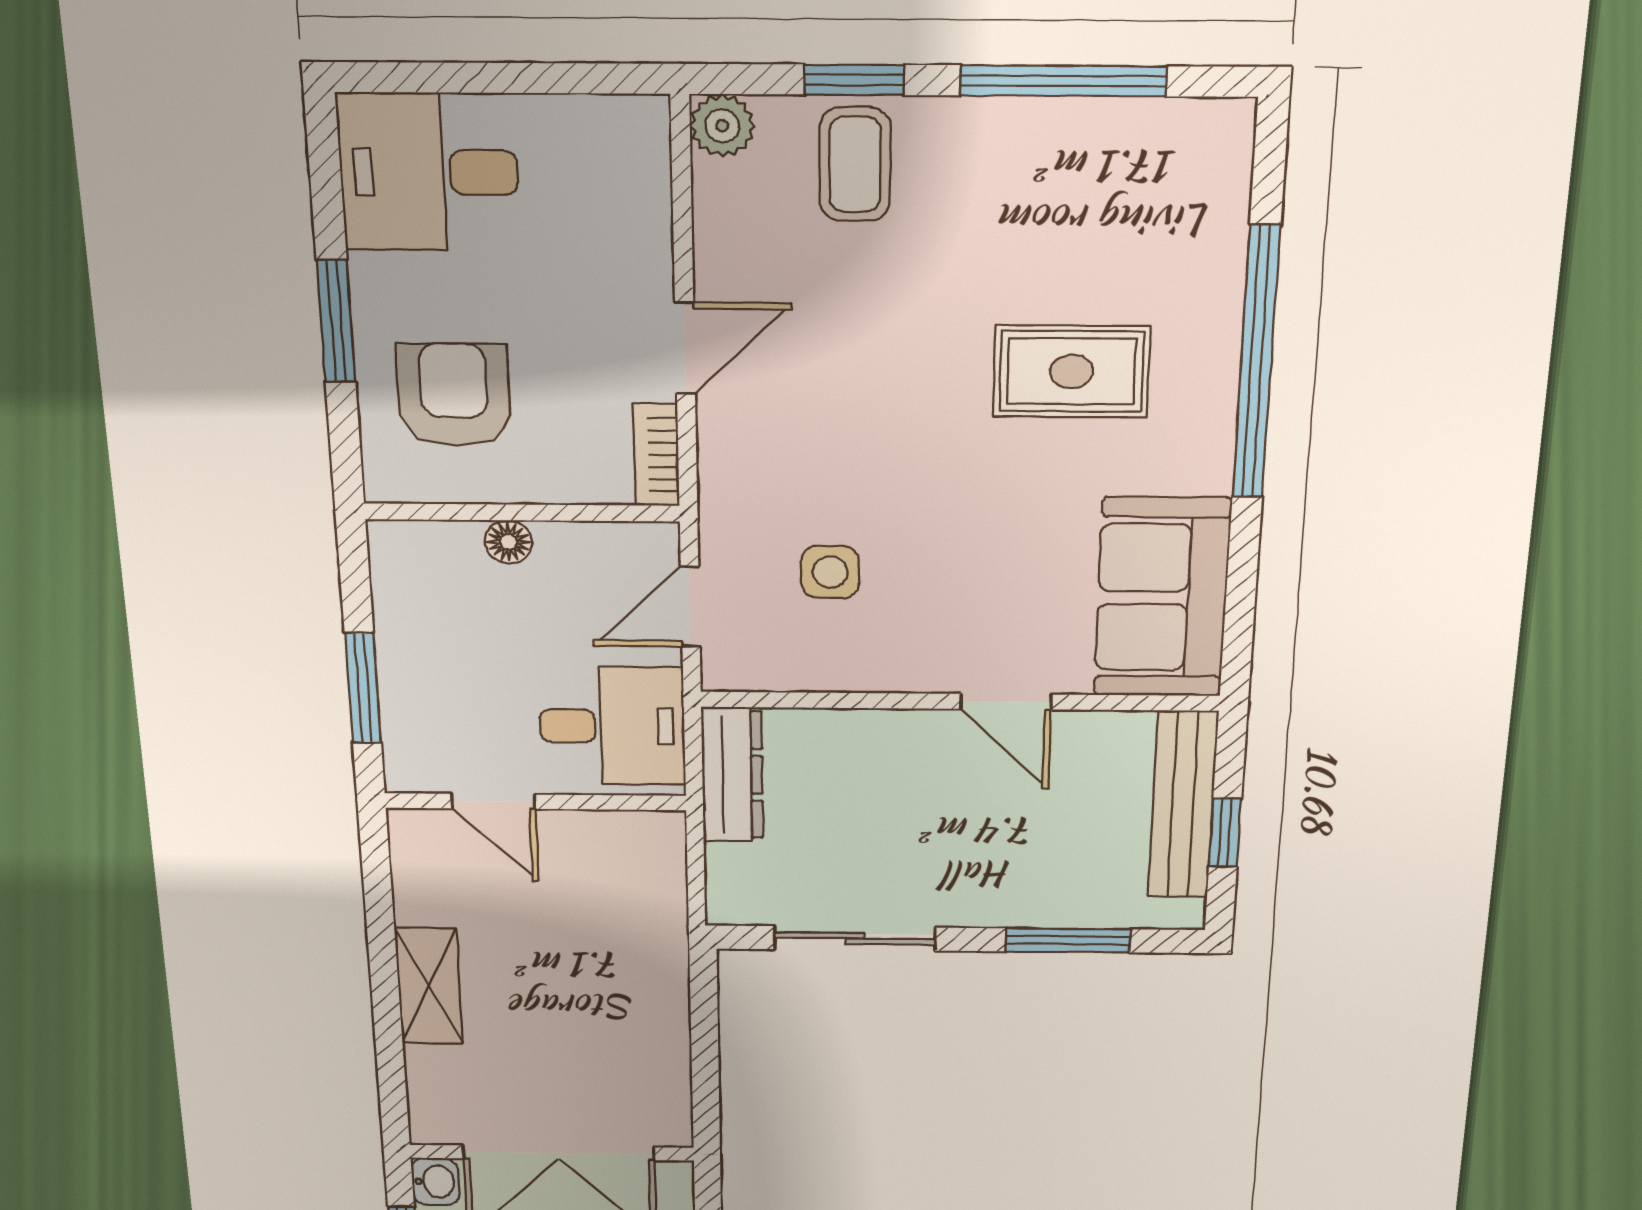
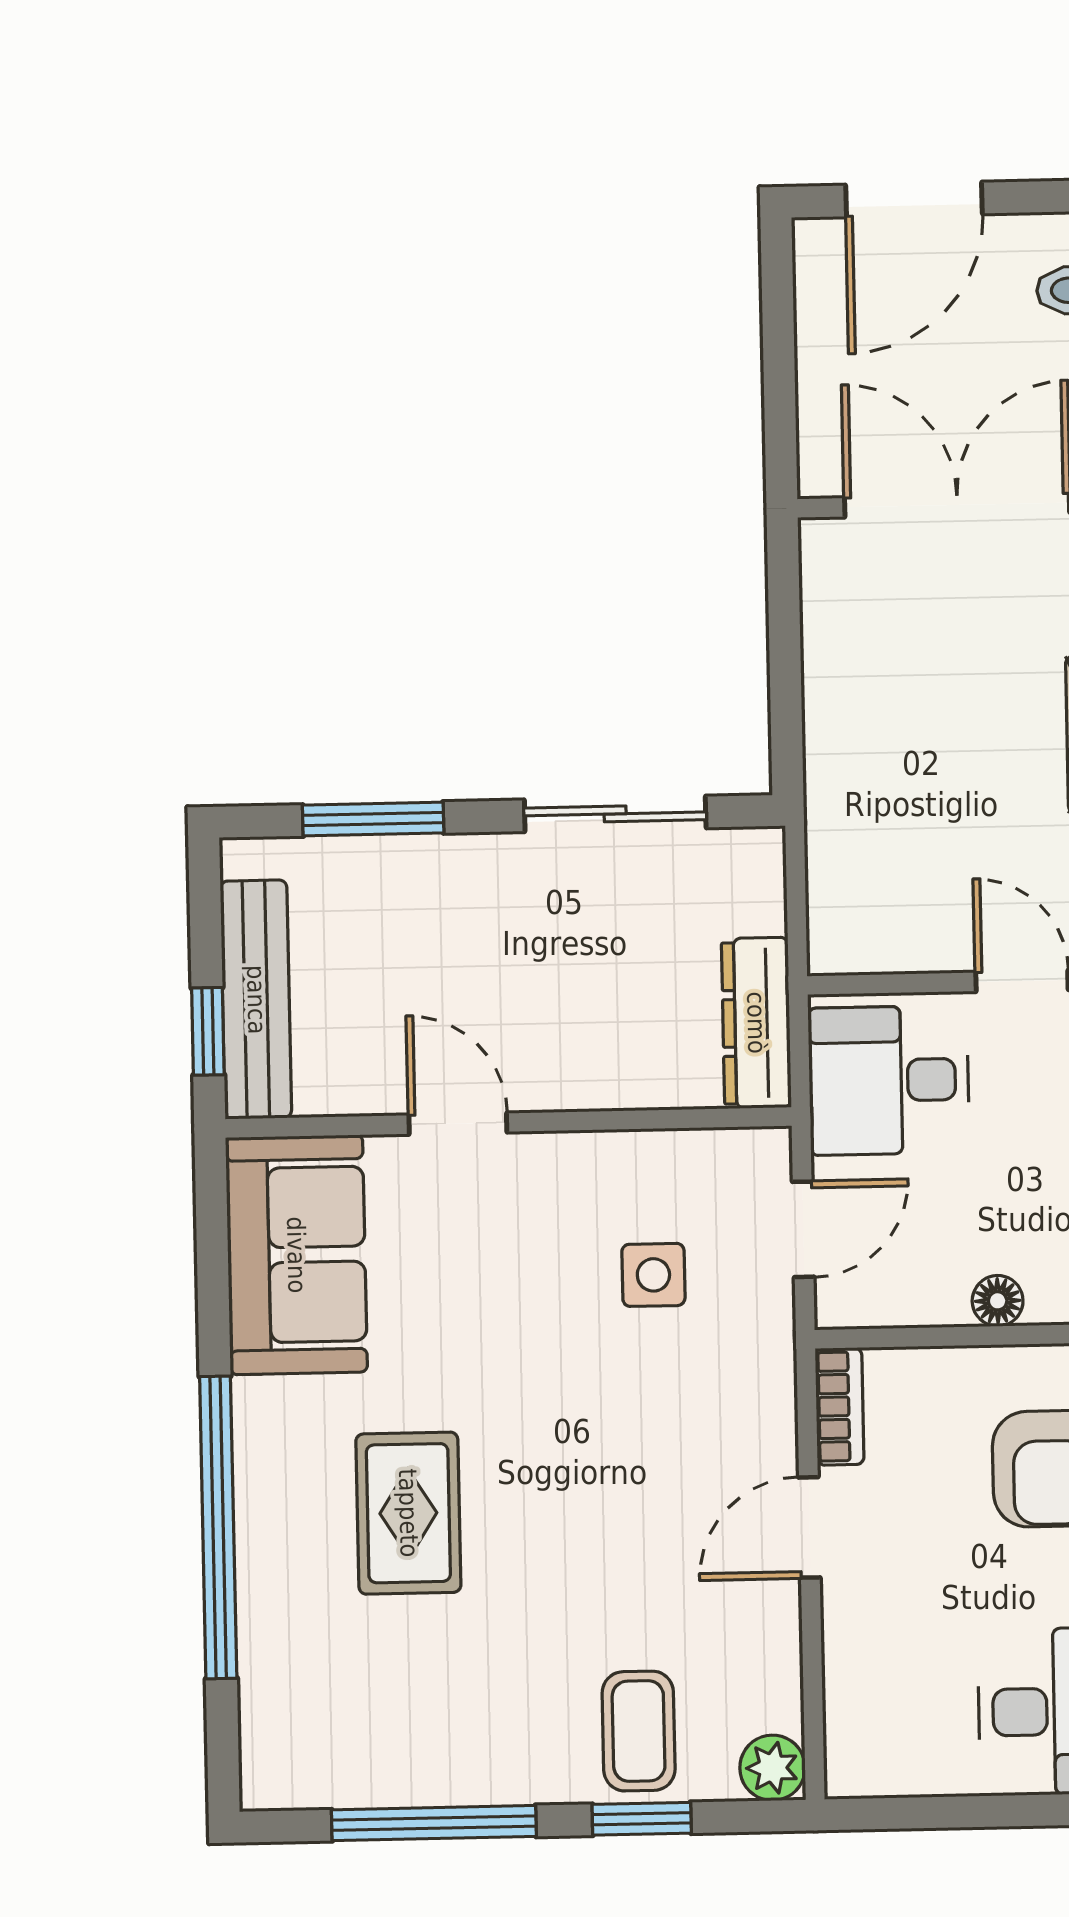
rug: (1072, 371) -> (408, 1513), turned 90
window: (1225, 833) -> (208, 1031), moved

